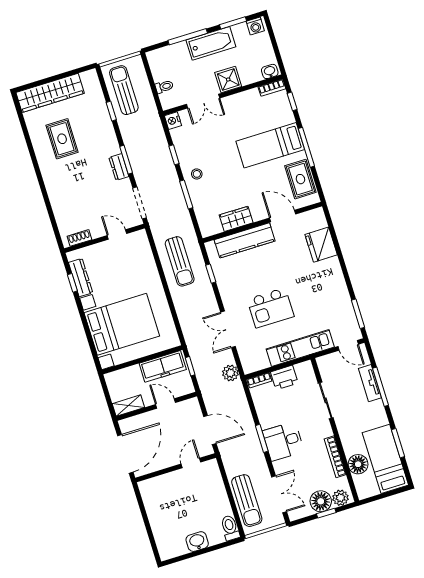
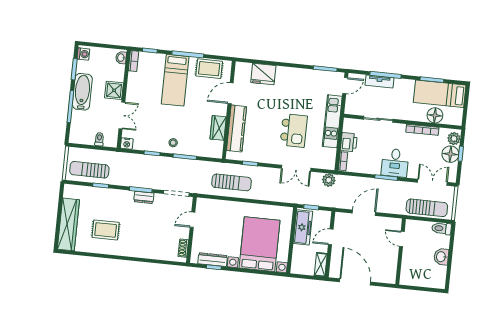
door: (191, 463) -> (402, 239), moved
wall: (176, 468) -> (401, 252), moved

